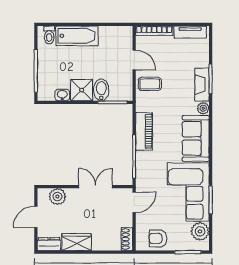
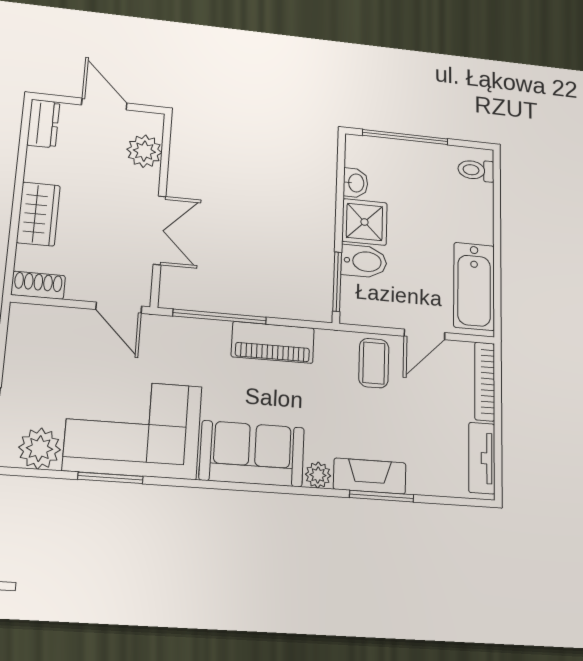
bathtub: (77, 36) -> (474, 286), moved
armchair: (158, 238) -> (33, 353), removed
wardrobe: (77, 242) -> (38, 214), moved

